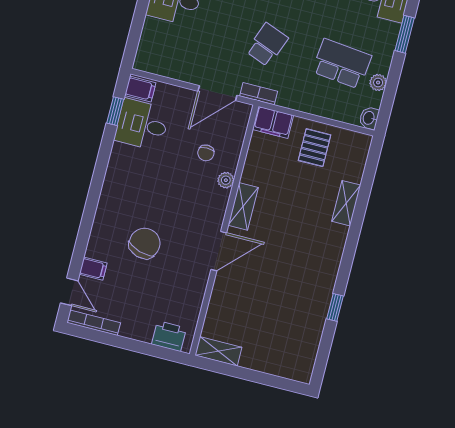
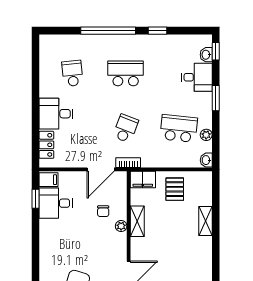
locker: (150, 39) -> (46, 145), added
shelving: (243, 206) -> (137, 221), moved

